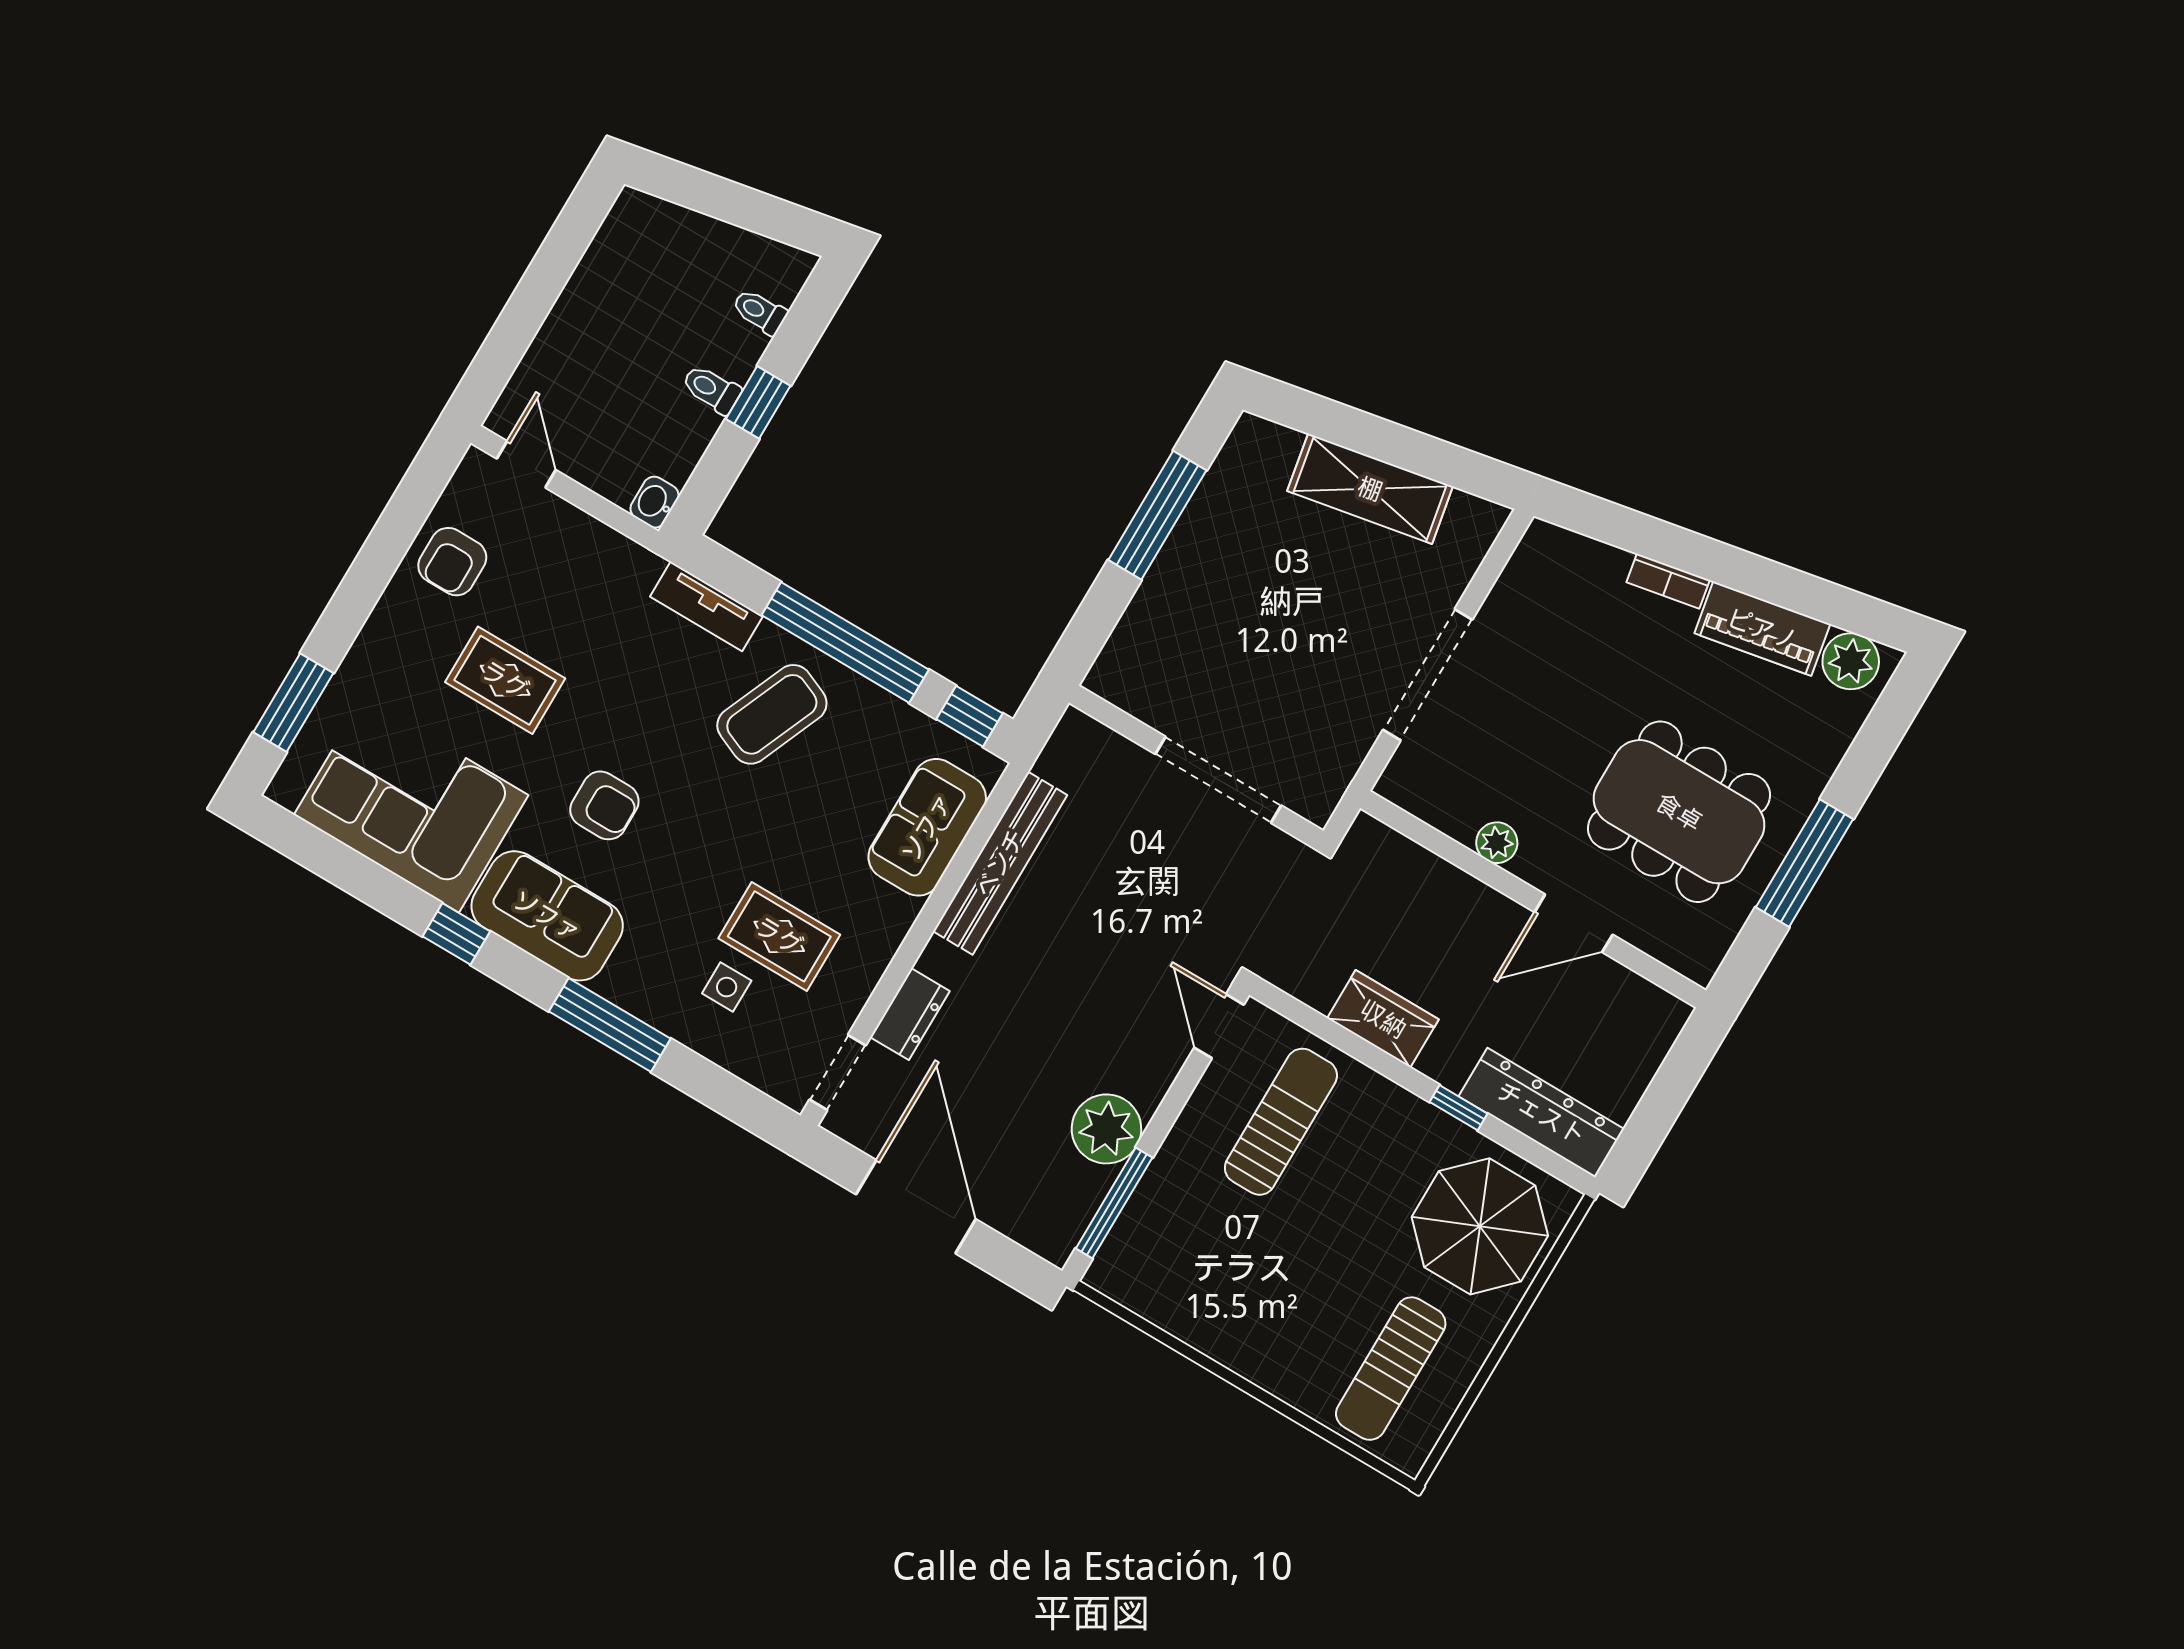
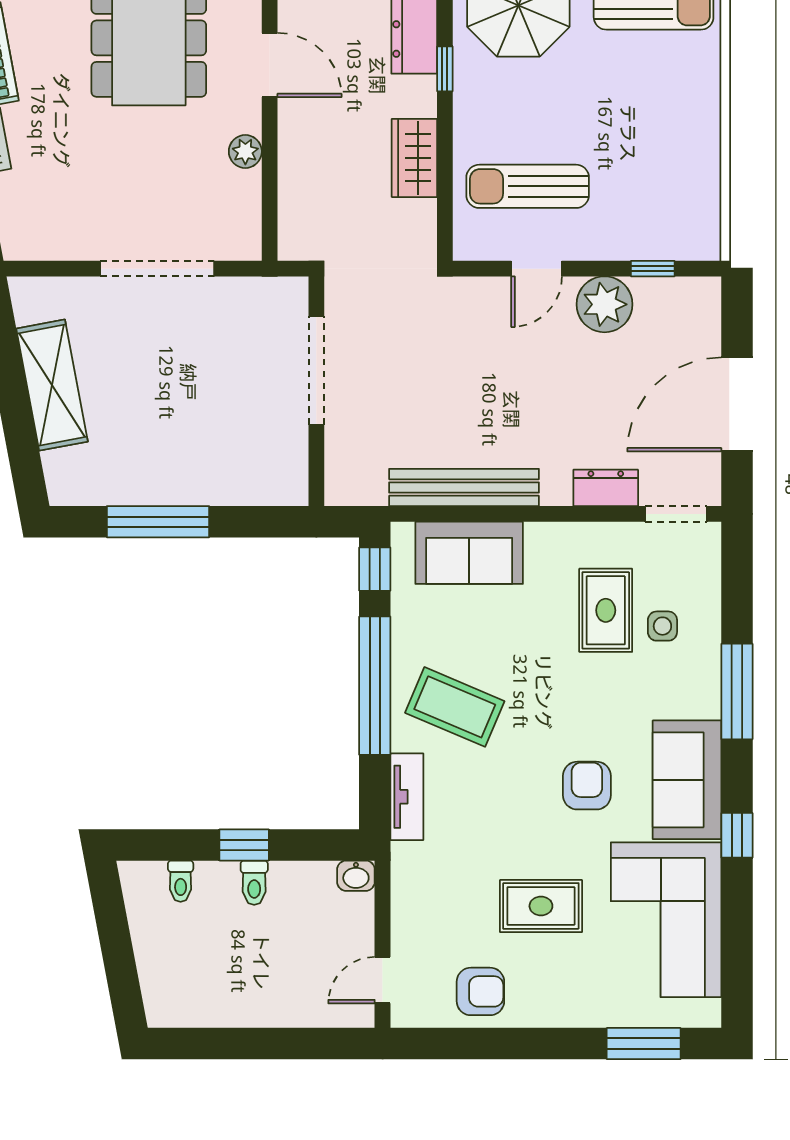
rug: (505, 680) -> (541, 906), turned 90
door: (1219, 1026) -> (537, 269), moved
window: (1114, 1203) -> (653, 269), width x0.46

